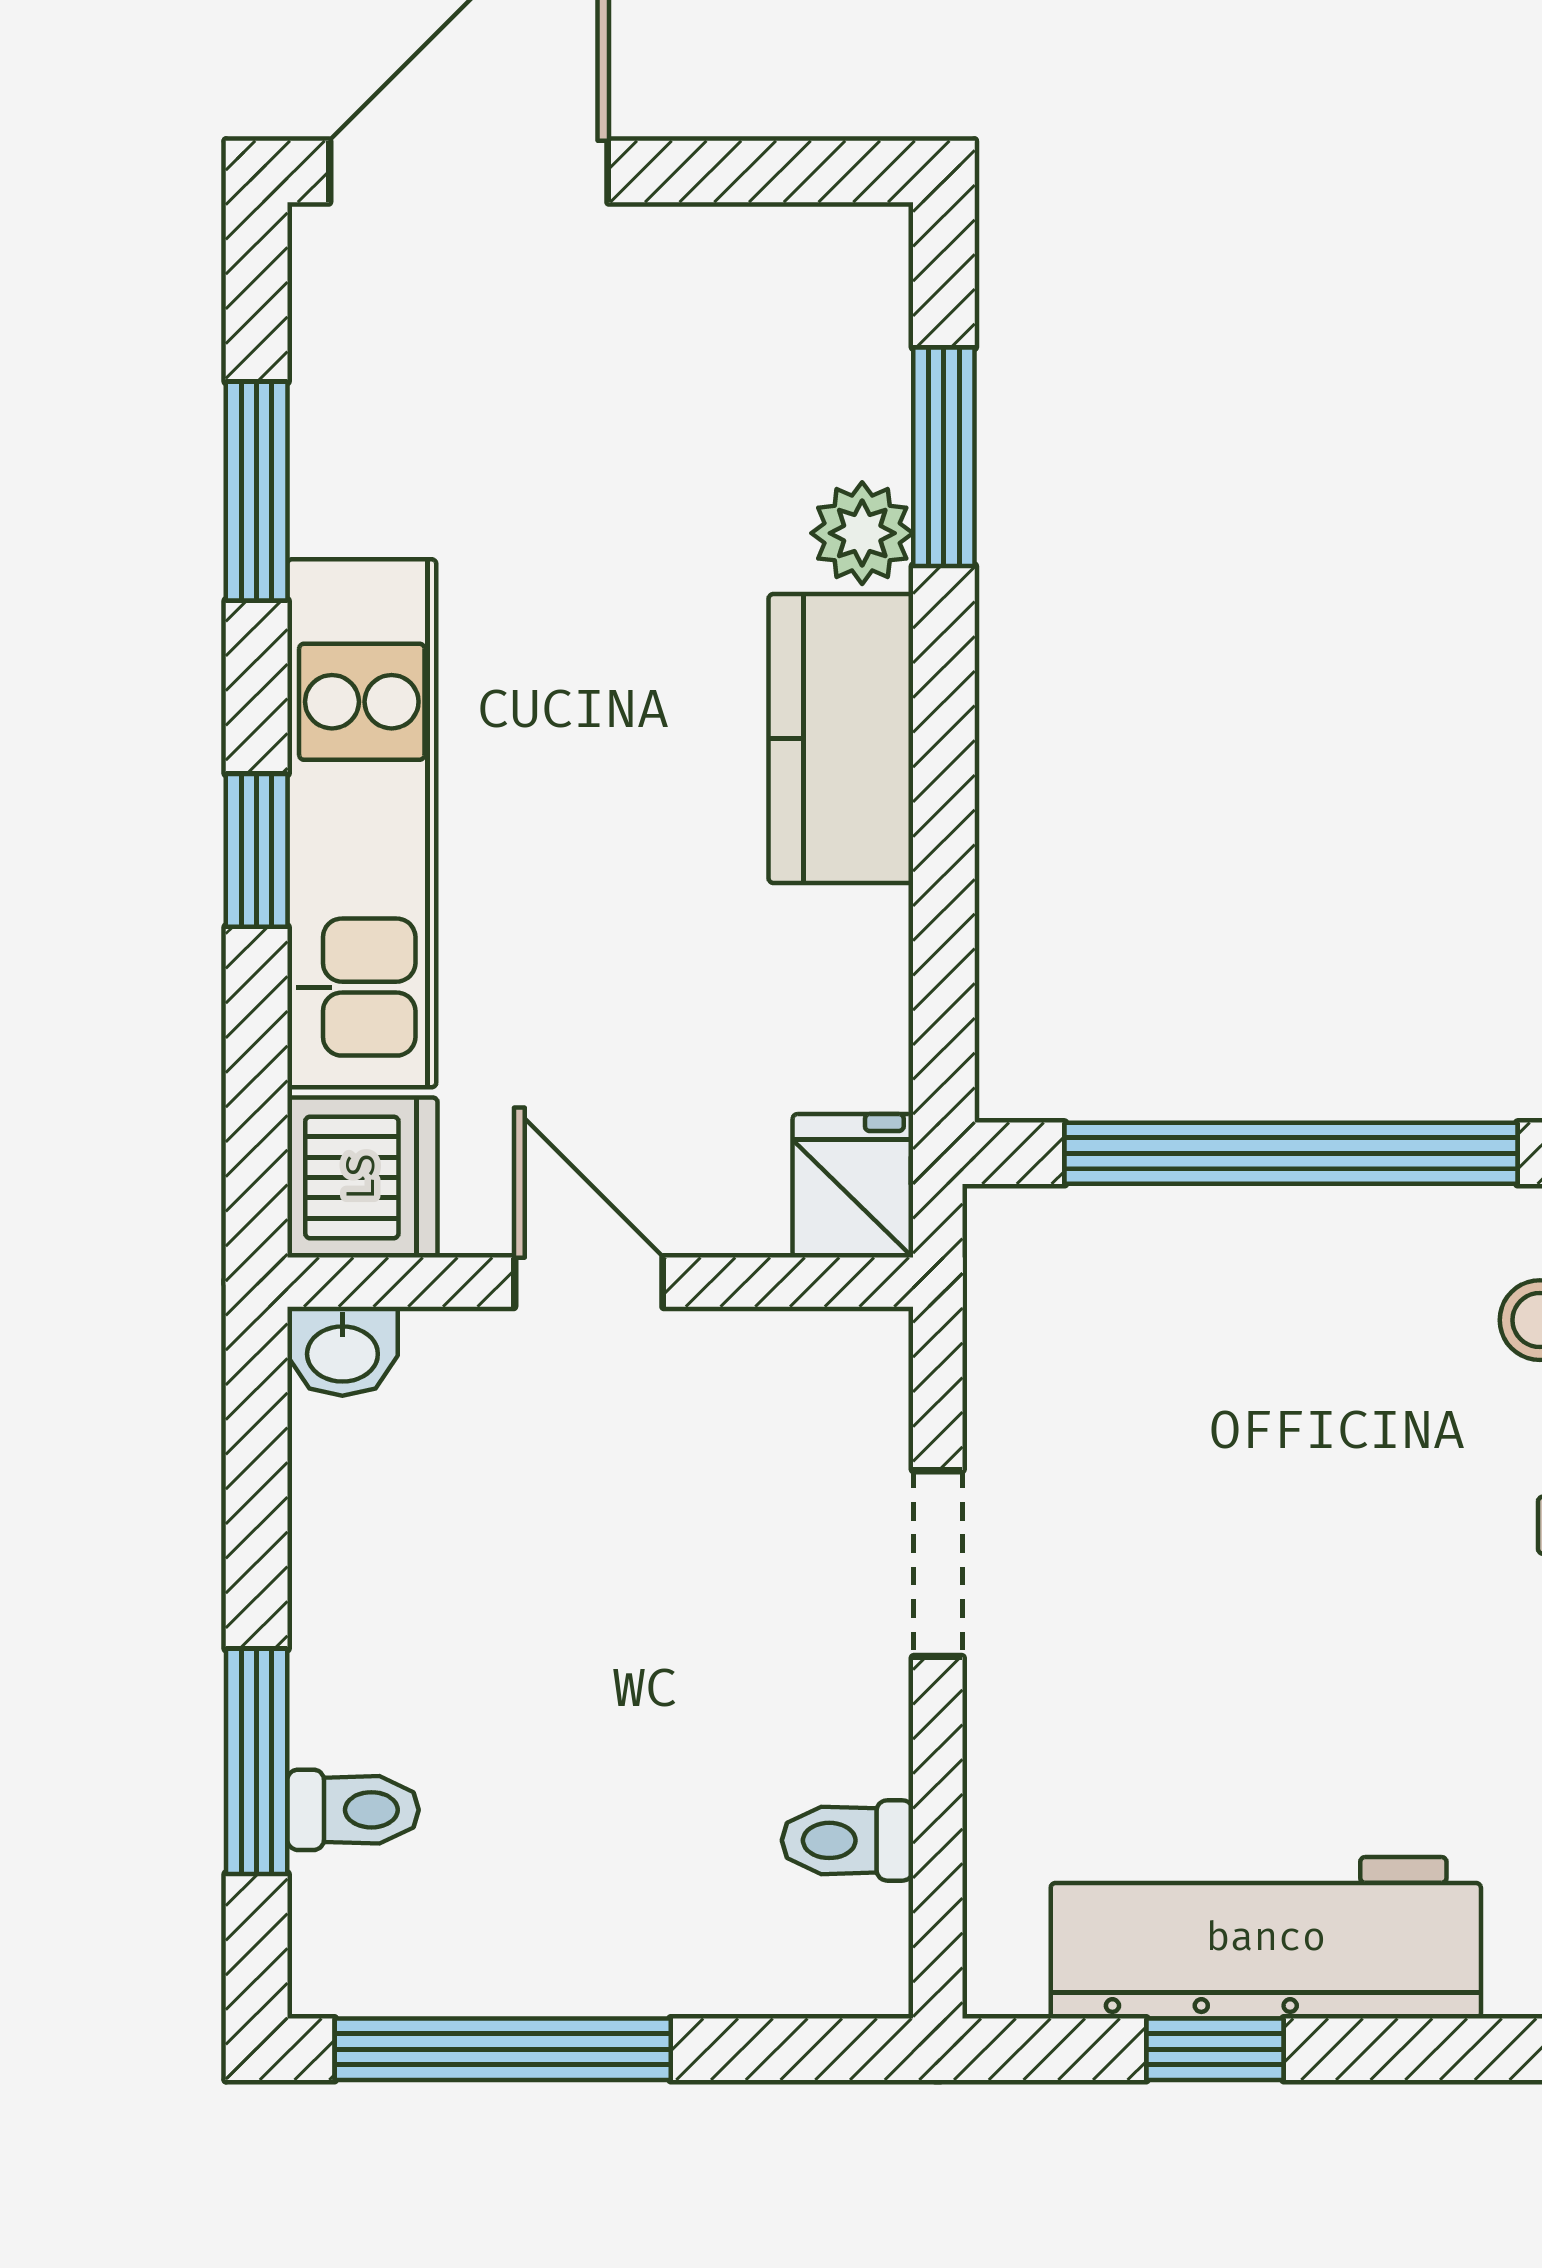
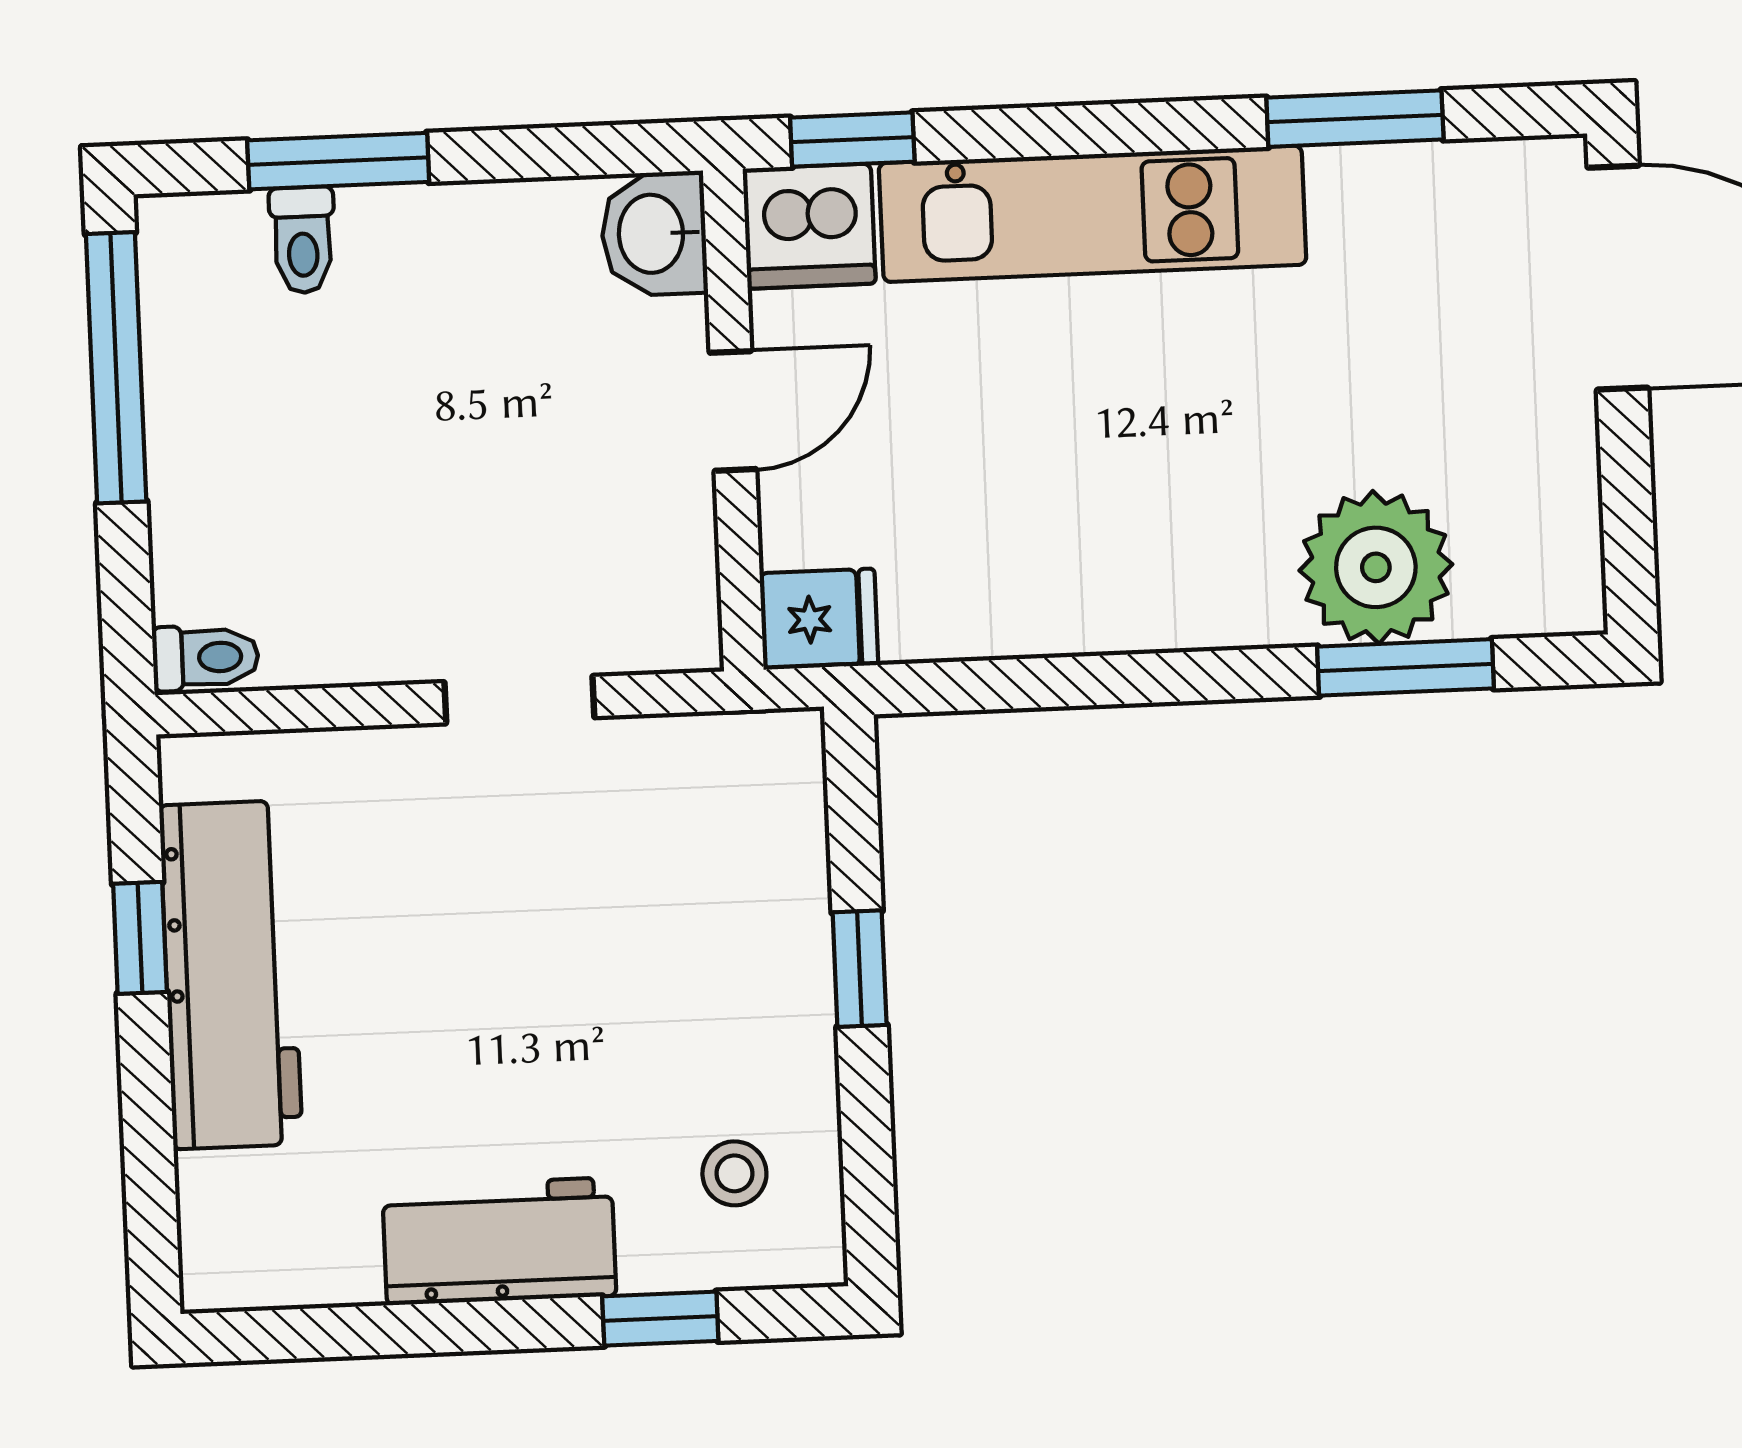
plant: (862, 533) -> (1376, 567), width x1.88, depth x1.88
kitchen counter: (841, 738) -> (1176, 594), removed
window: (257, 850) -> (852, 140), moved
window: (1291, 1153) -> (860, 969), width x0.32
washbasin: (342, 1351) -> (654, 234), width x1.38, depth x1.45
toilet: (848, 1840) -> (205, 658), moved, turned 90

